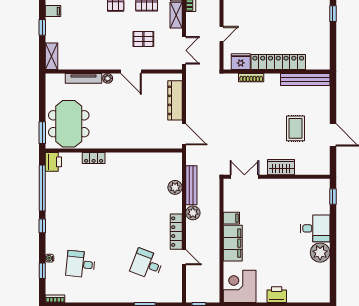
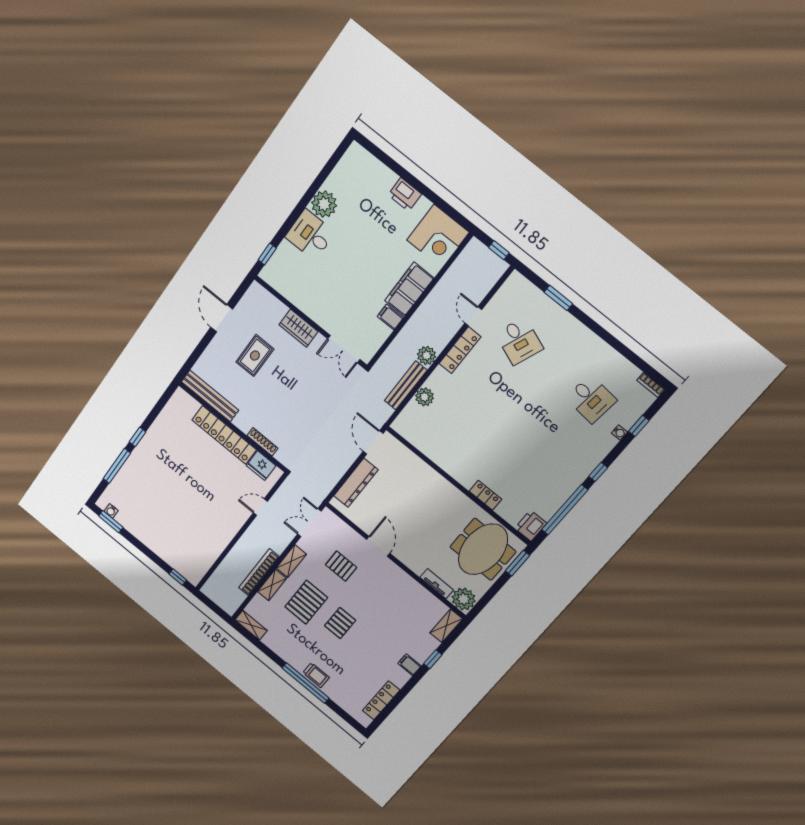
tv unit: (83, 78) -> (437, 584), width x0.71
plant: (108, 78) -> (464, 599), moved, width x1.87, depth x1.87

